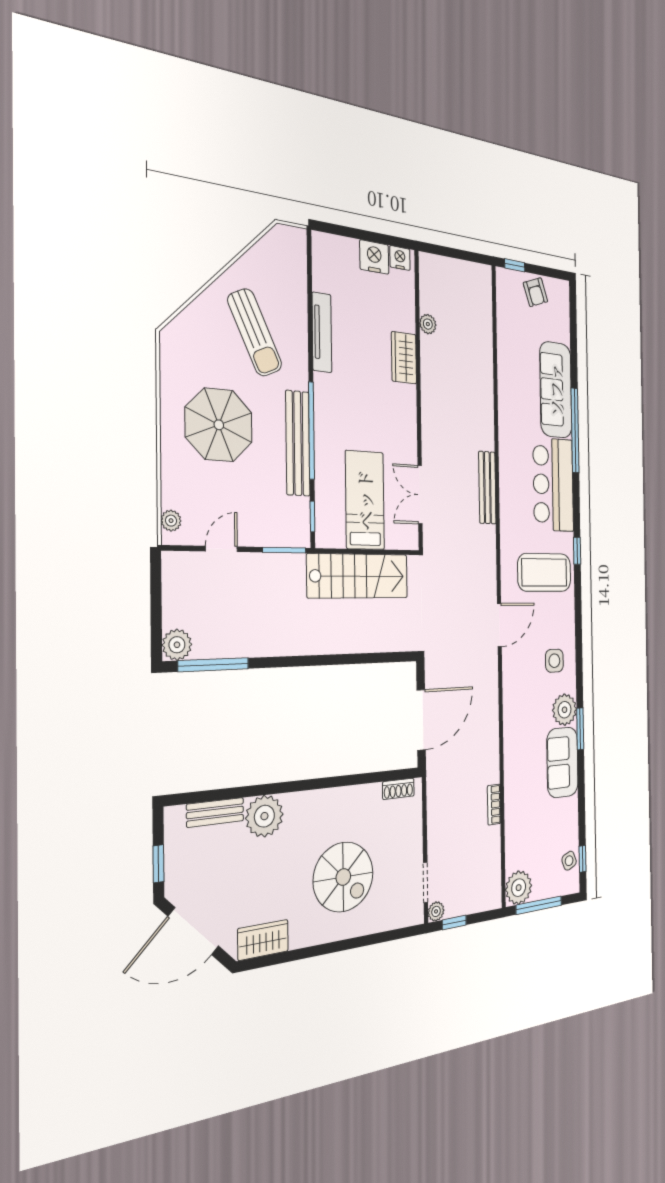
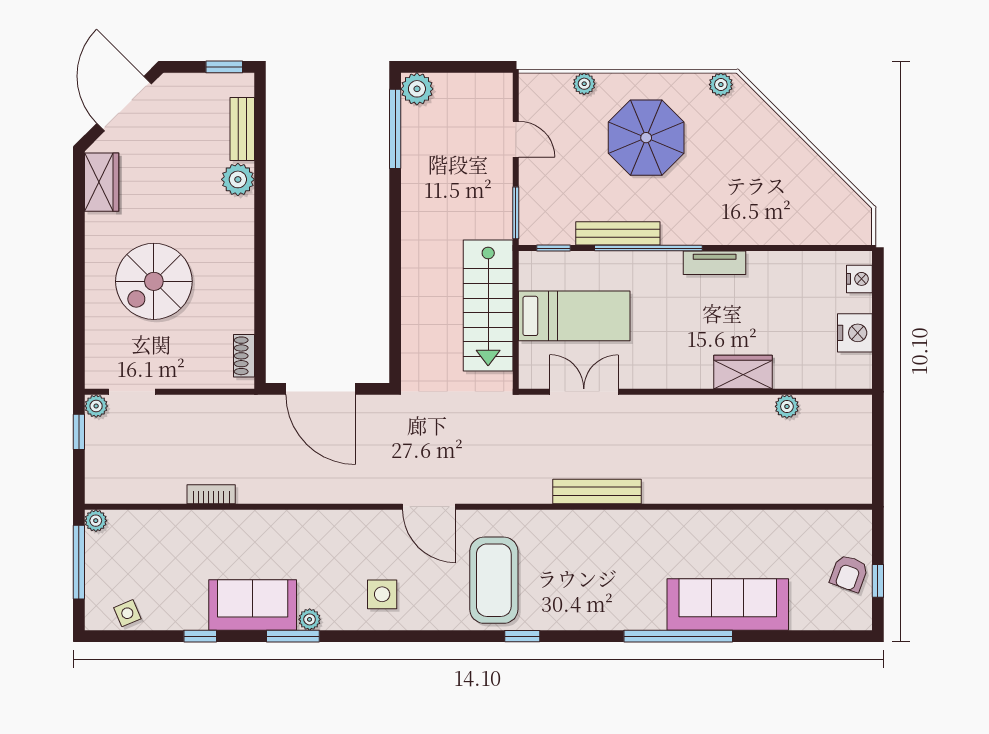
nightstand: (400, 258) -> (859, 279), moved
window: (515, 265) -> (878, 581), moved
armchair: (535, 292) -> (849, 573), turned -50
tv unit: (322, 332) -> (715, 263), moved, width x0.71
sun lounger: (255, 333) -> (749, 180), removed
plant: (170, 348) -> (721, 85), added
bench: (298, 443) -> (618, 233), width x0.73, depth x0.82
bar counter: (553, 485) -> (606, 598), removed
plant: (171, 521) -> (584, 84), moved
plant: (565, 710) -> (310, 619), width x0.53, depth x0.53
plant: (264, 816) -> (238, 179), width x0.73, depth x0.73
window: (582, 859) -> (200, 636), moved
window: (158, 864) -> (224, 67), moved
plant: (519, 888) -> (96, 521), width x0.53, depth x0.53

